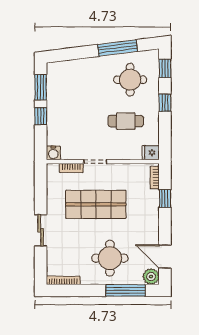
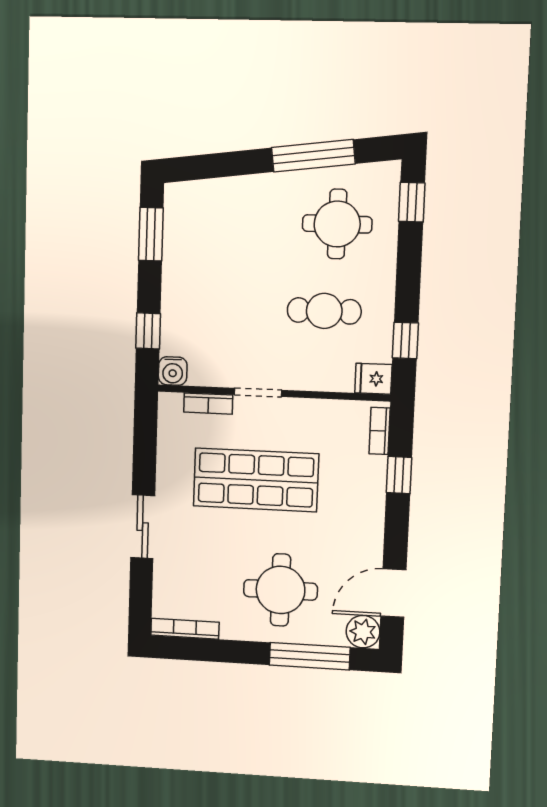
window: (165, 103) -> (405, 340), moved
window: (41, 116) -> (148, 331), moved
door: (165, 257) -> (393, 593), hinge flipped

